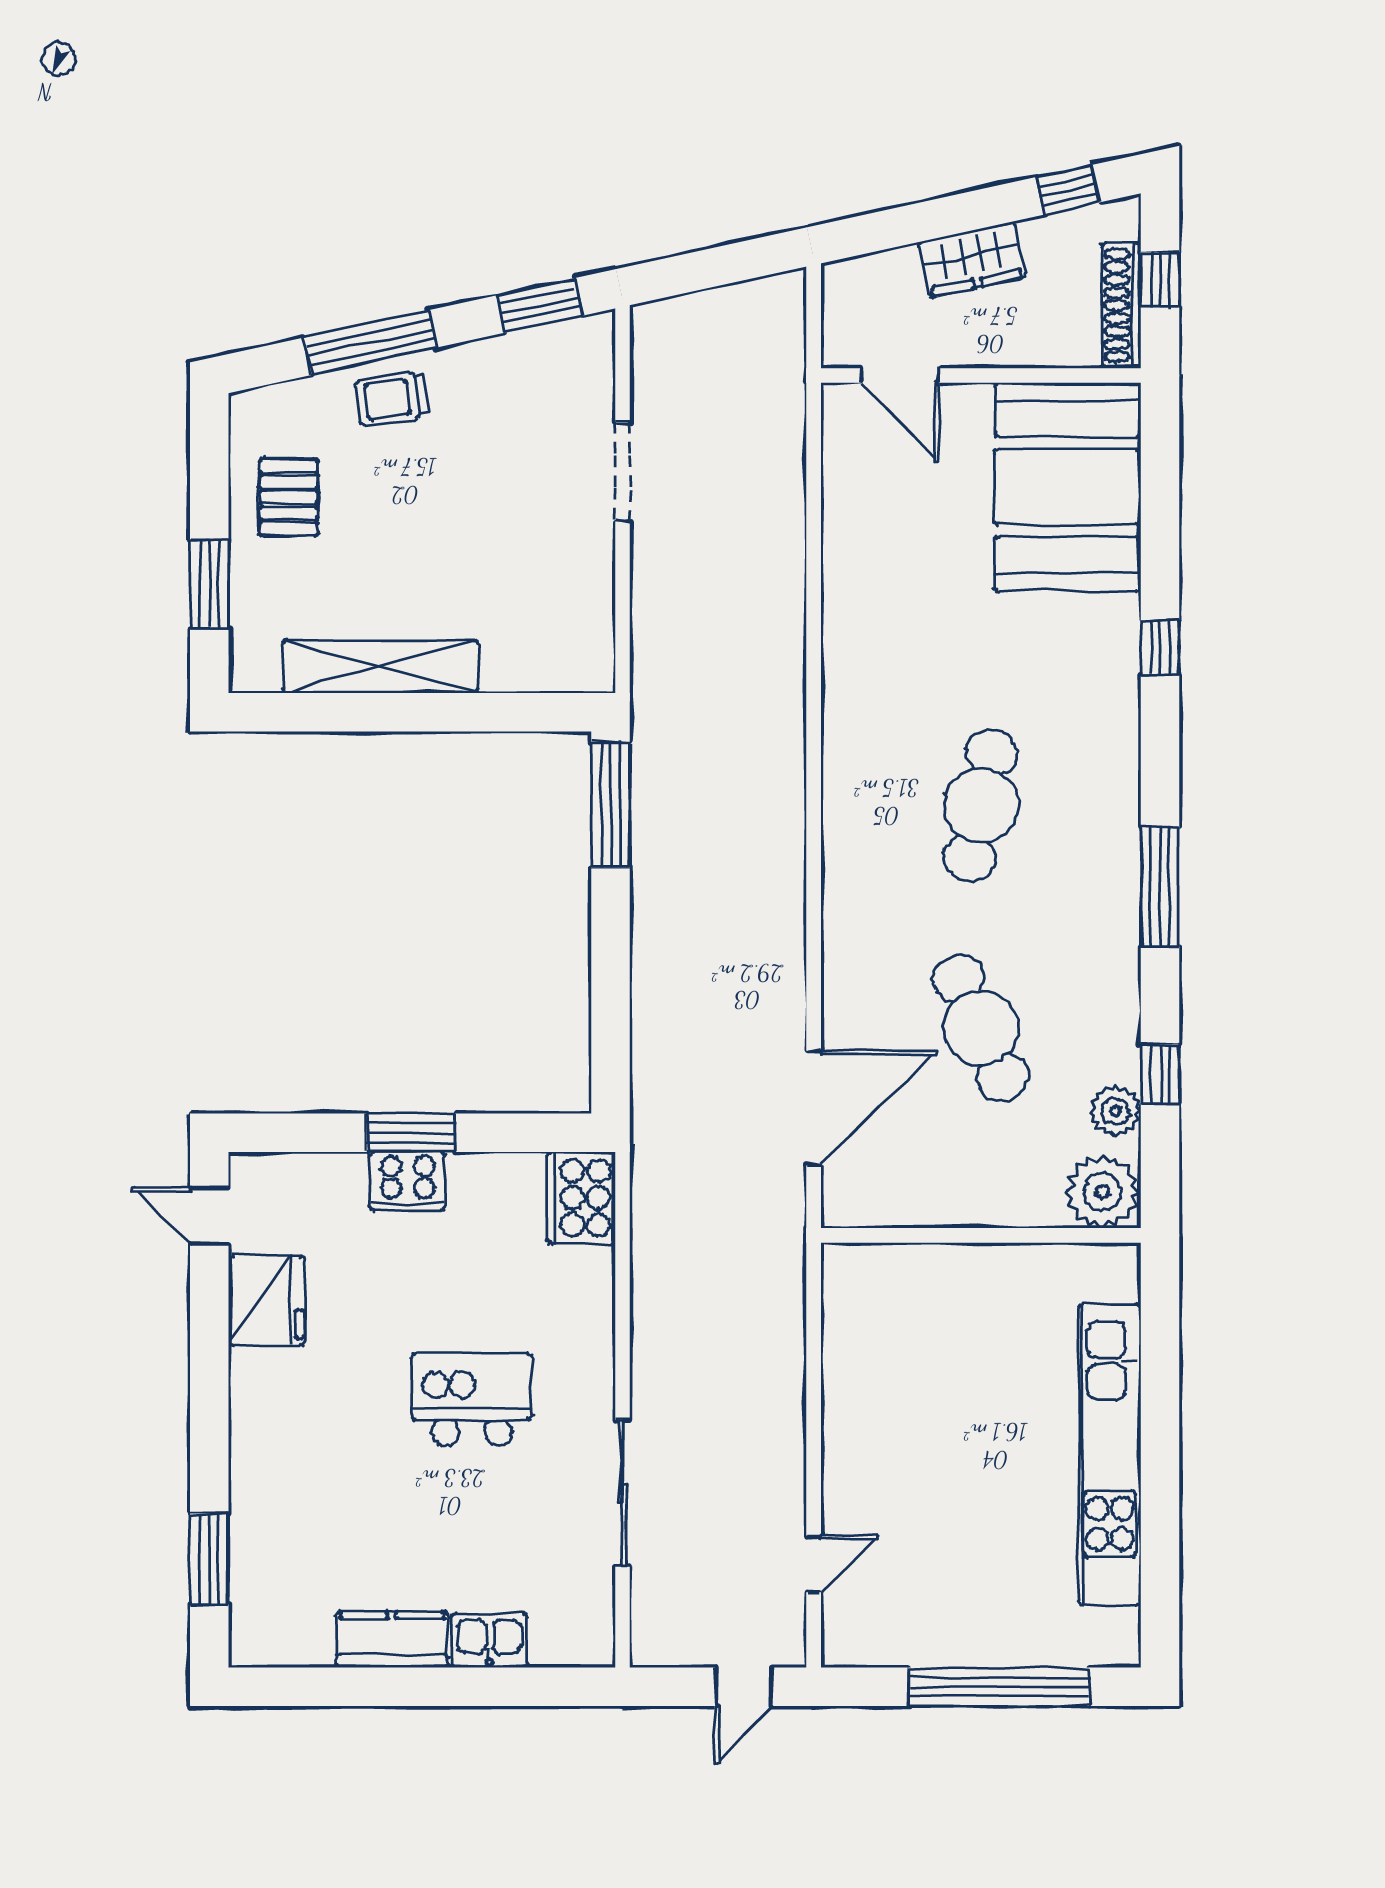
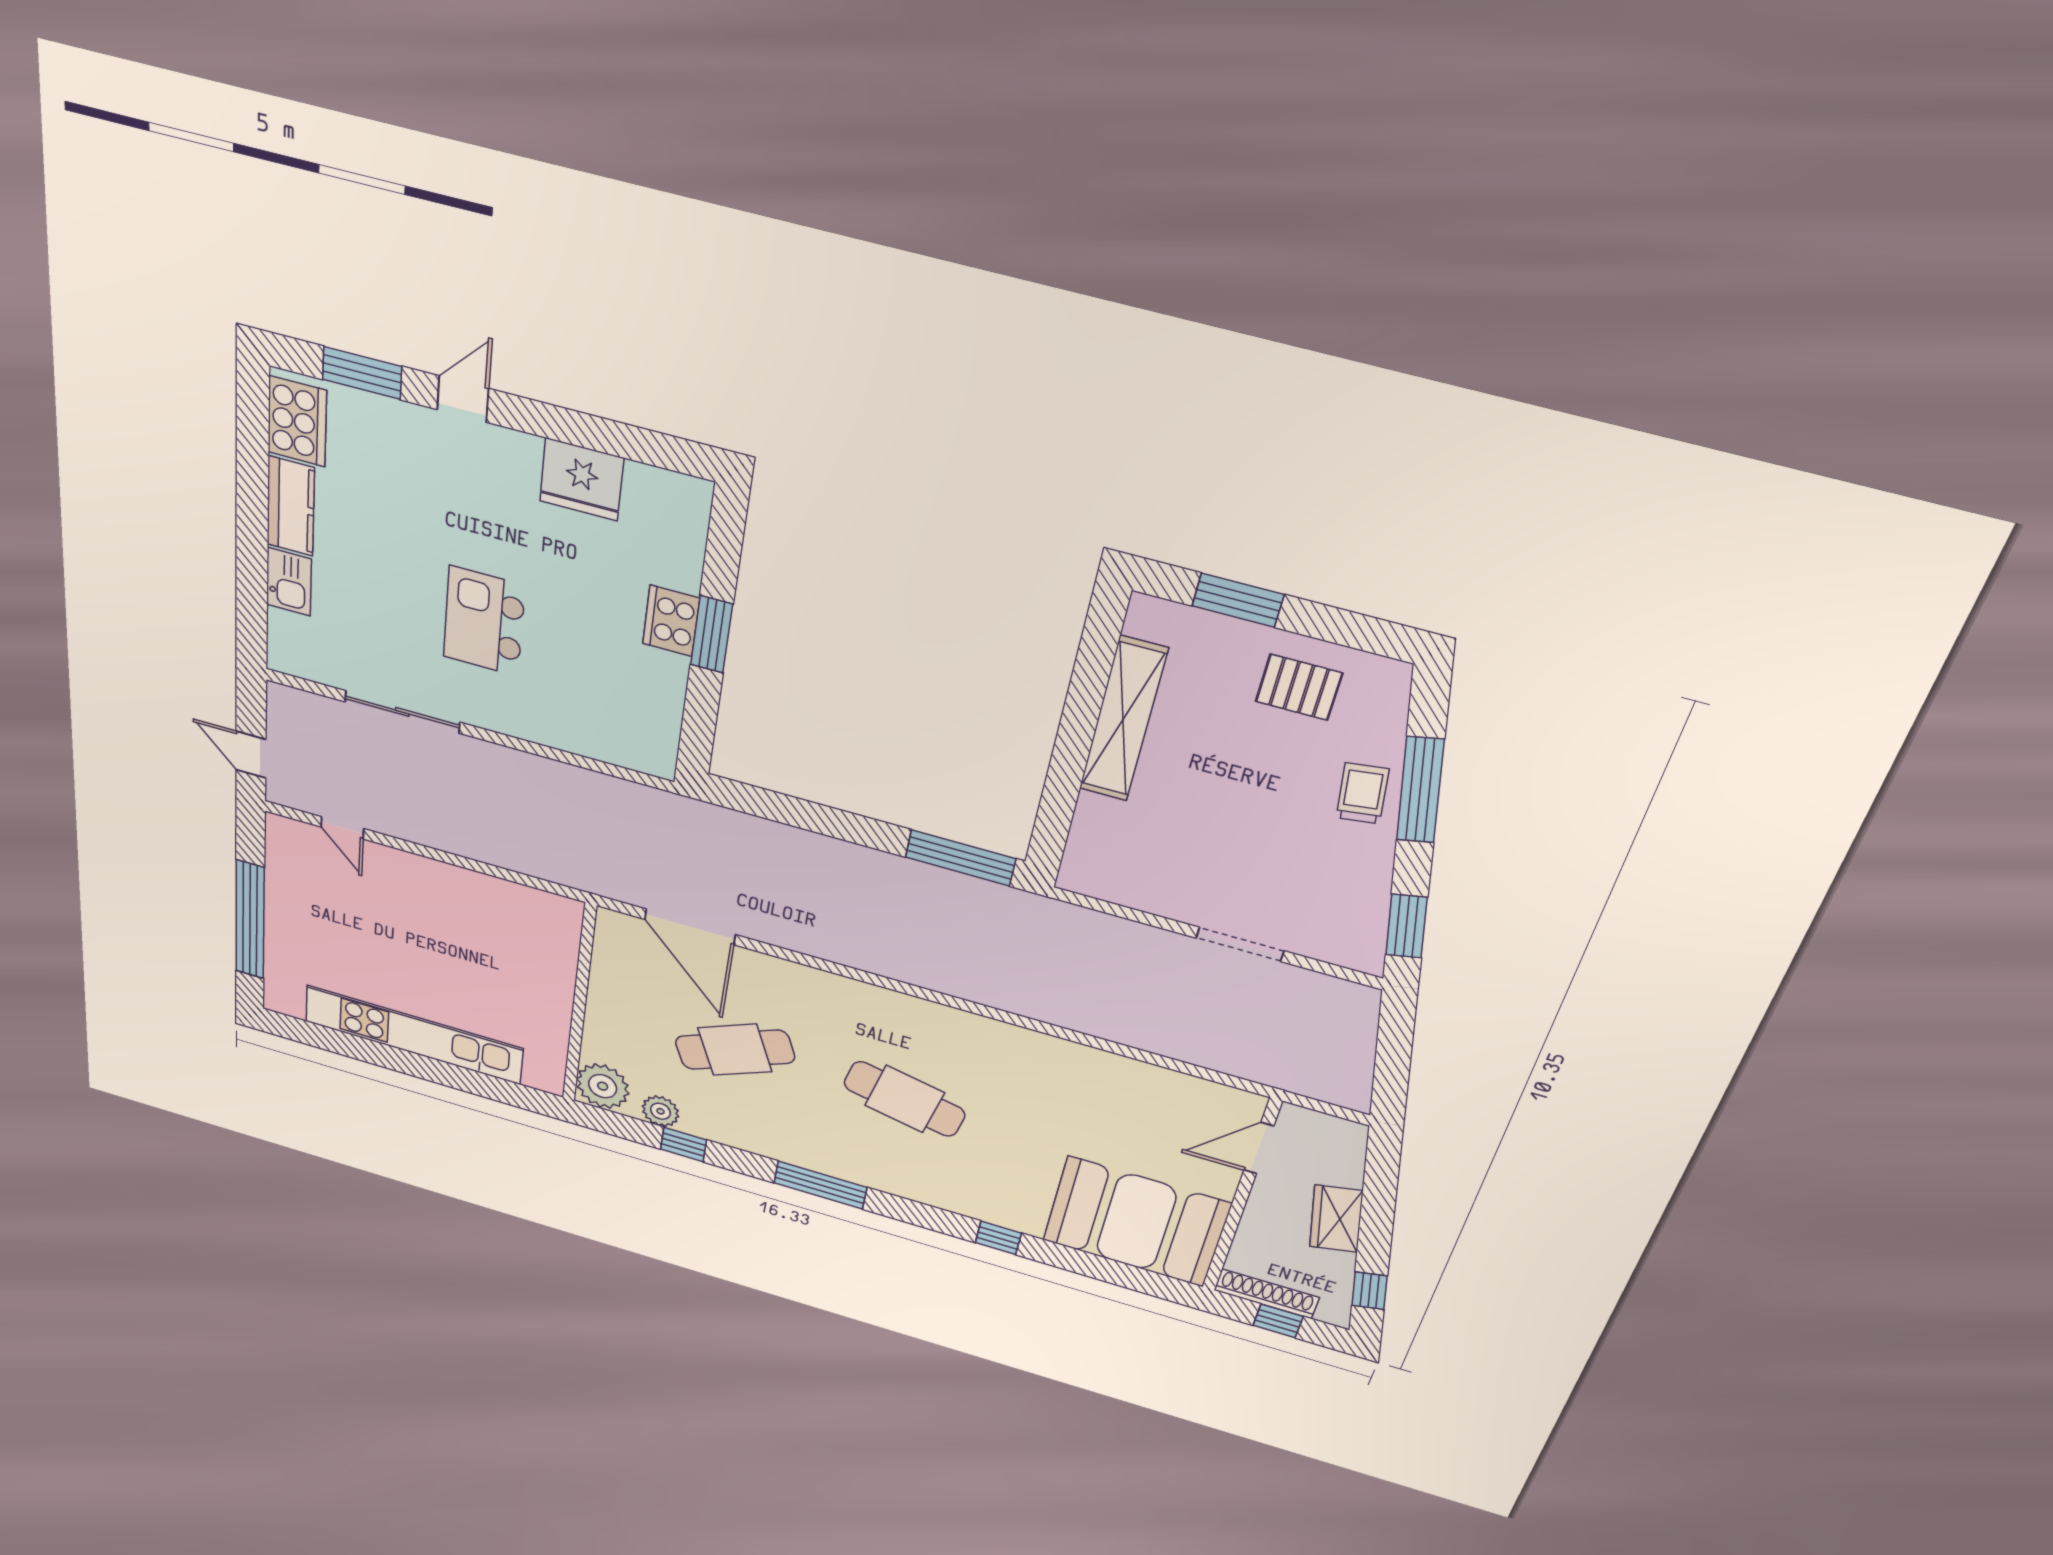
cooker: (581, 1198) -> (297, 421), moved, turned 90
door: (209, 1216) -> (463, 399), moved
kitchen island: (472, 1400) -> (484, 621), turned 180

